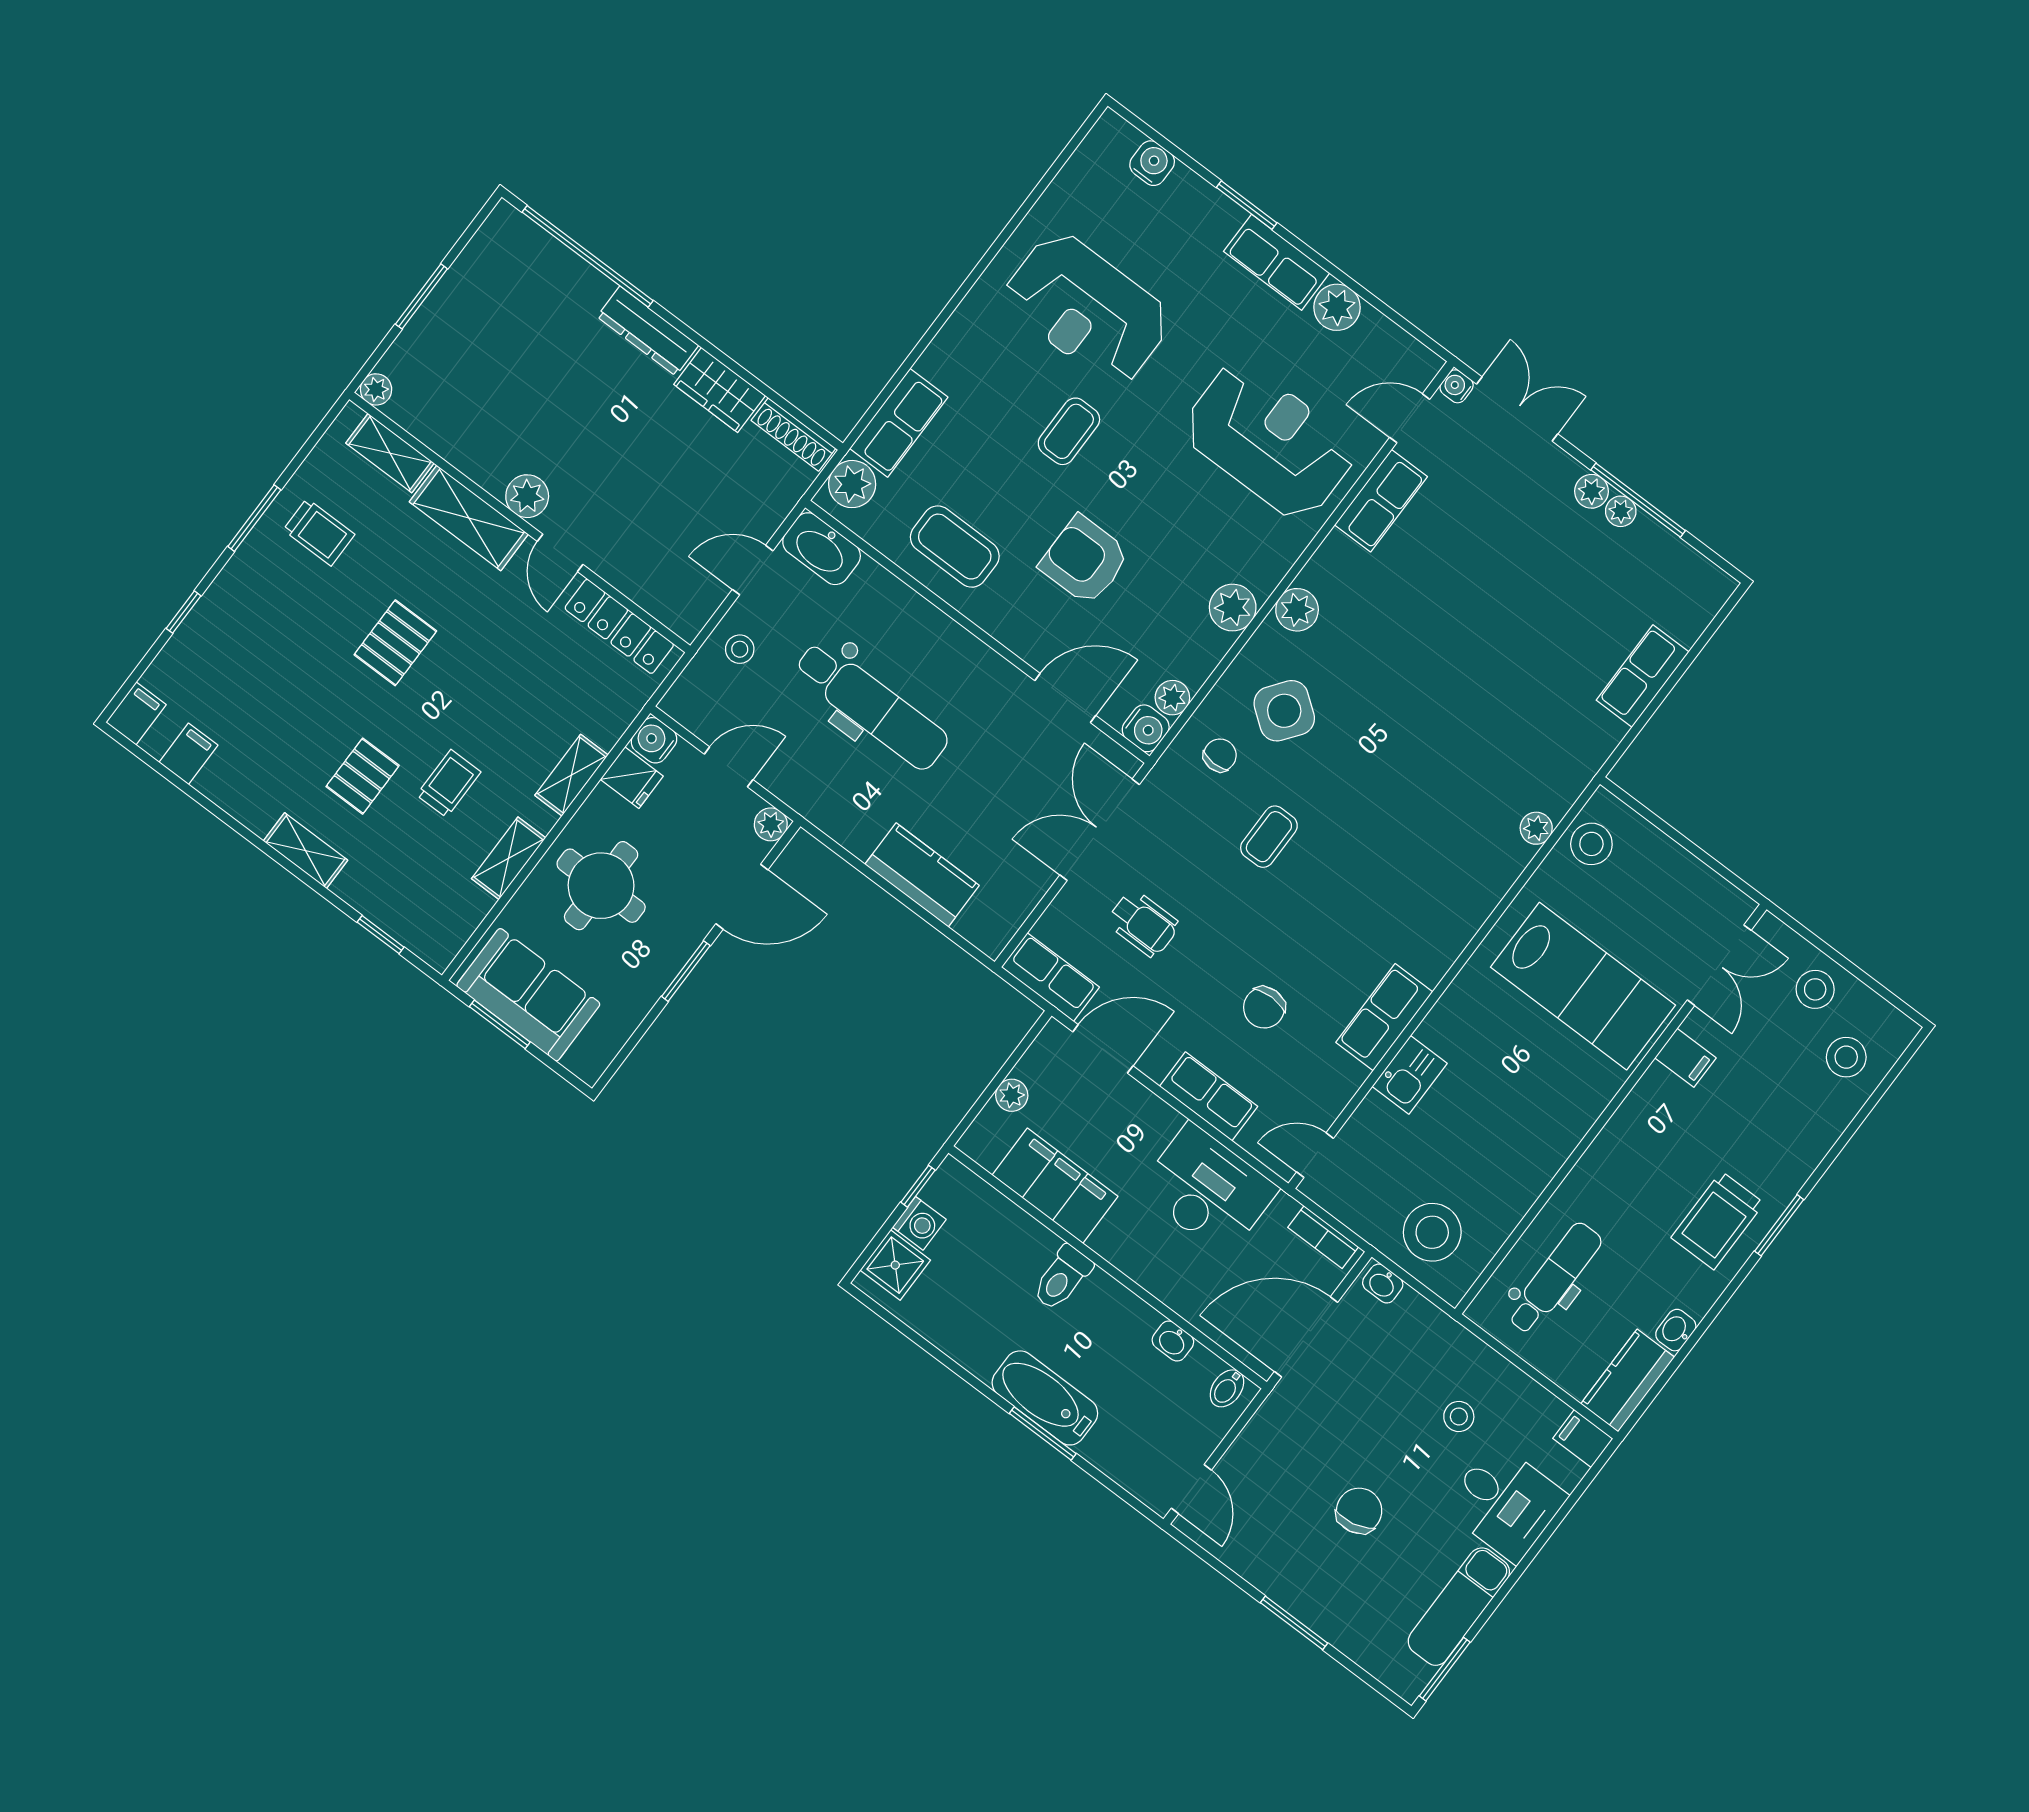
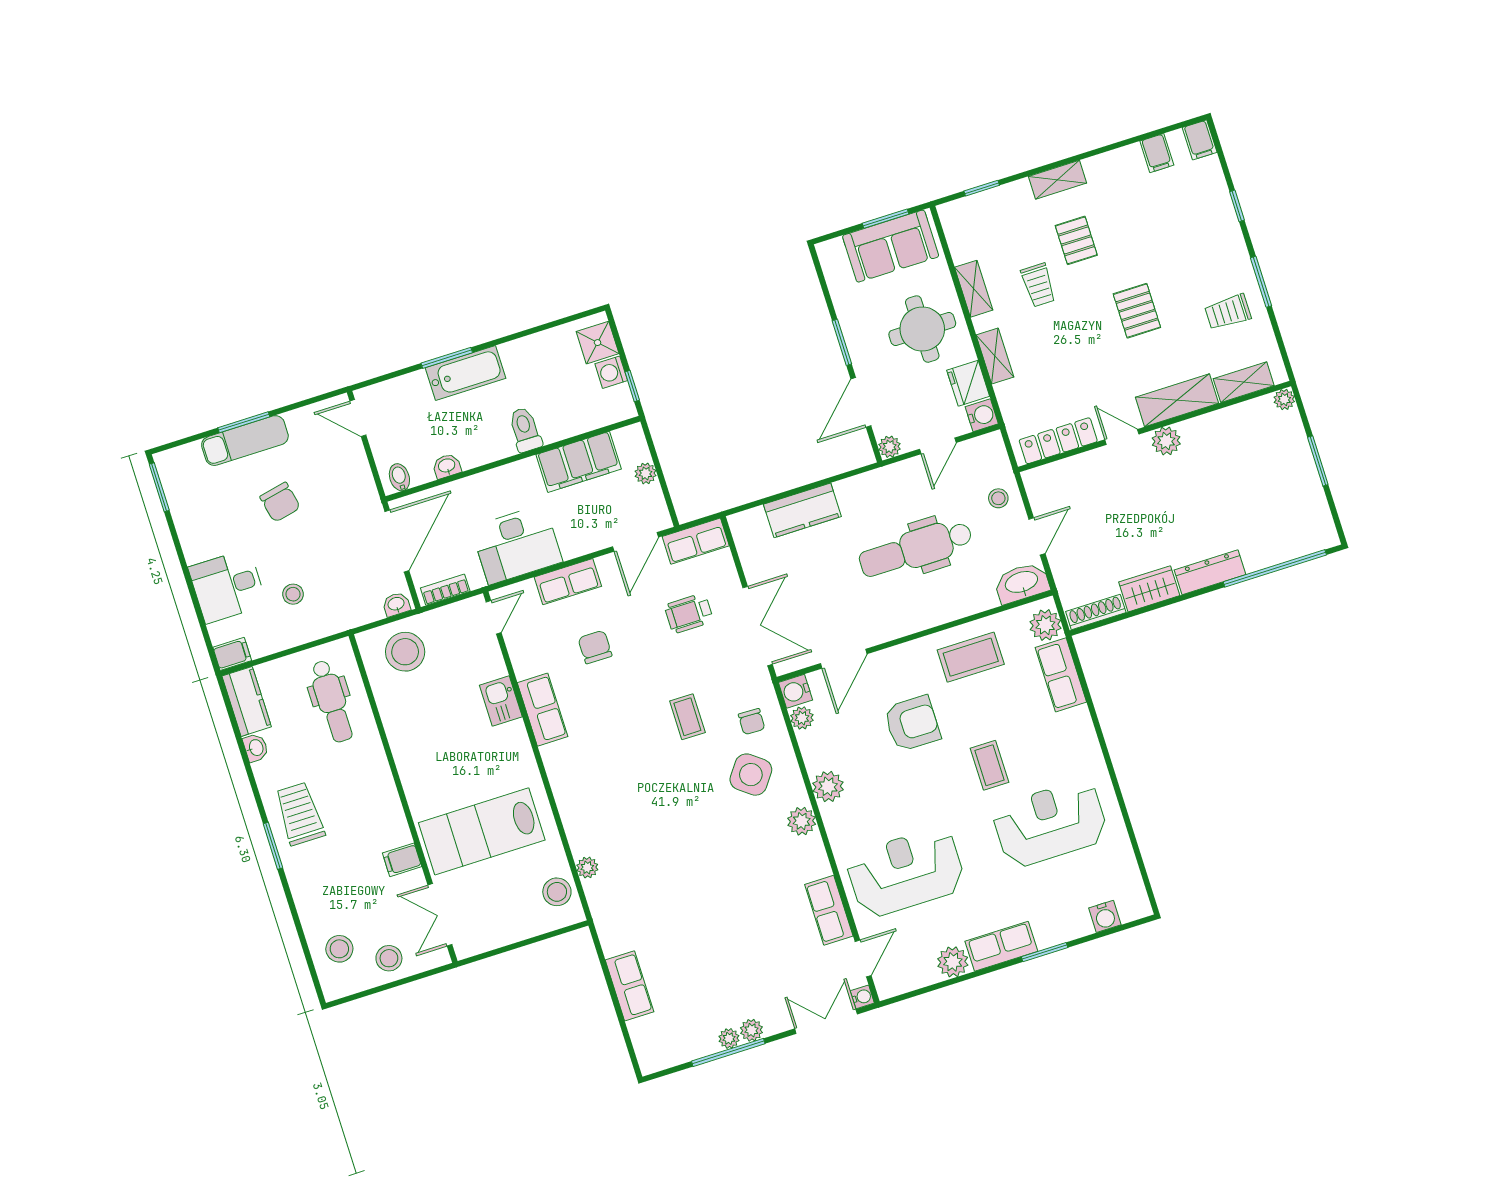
double door: (1517, 409) -> (826, 1021), swing flipped
reception desk: (1269, 441) -> (906, 872), turned 180
fridge: (632, 778) -> (968, 383), width x1.38
exam couch: (1459, 1607) -> (245, 441), moved, turned 90

